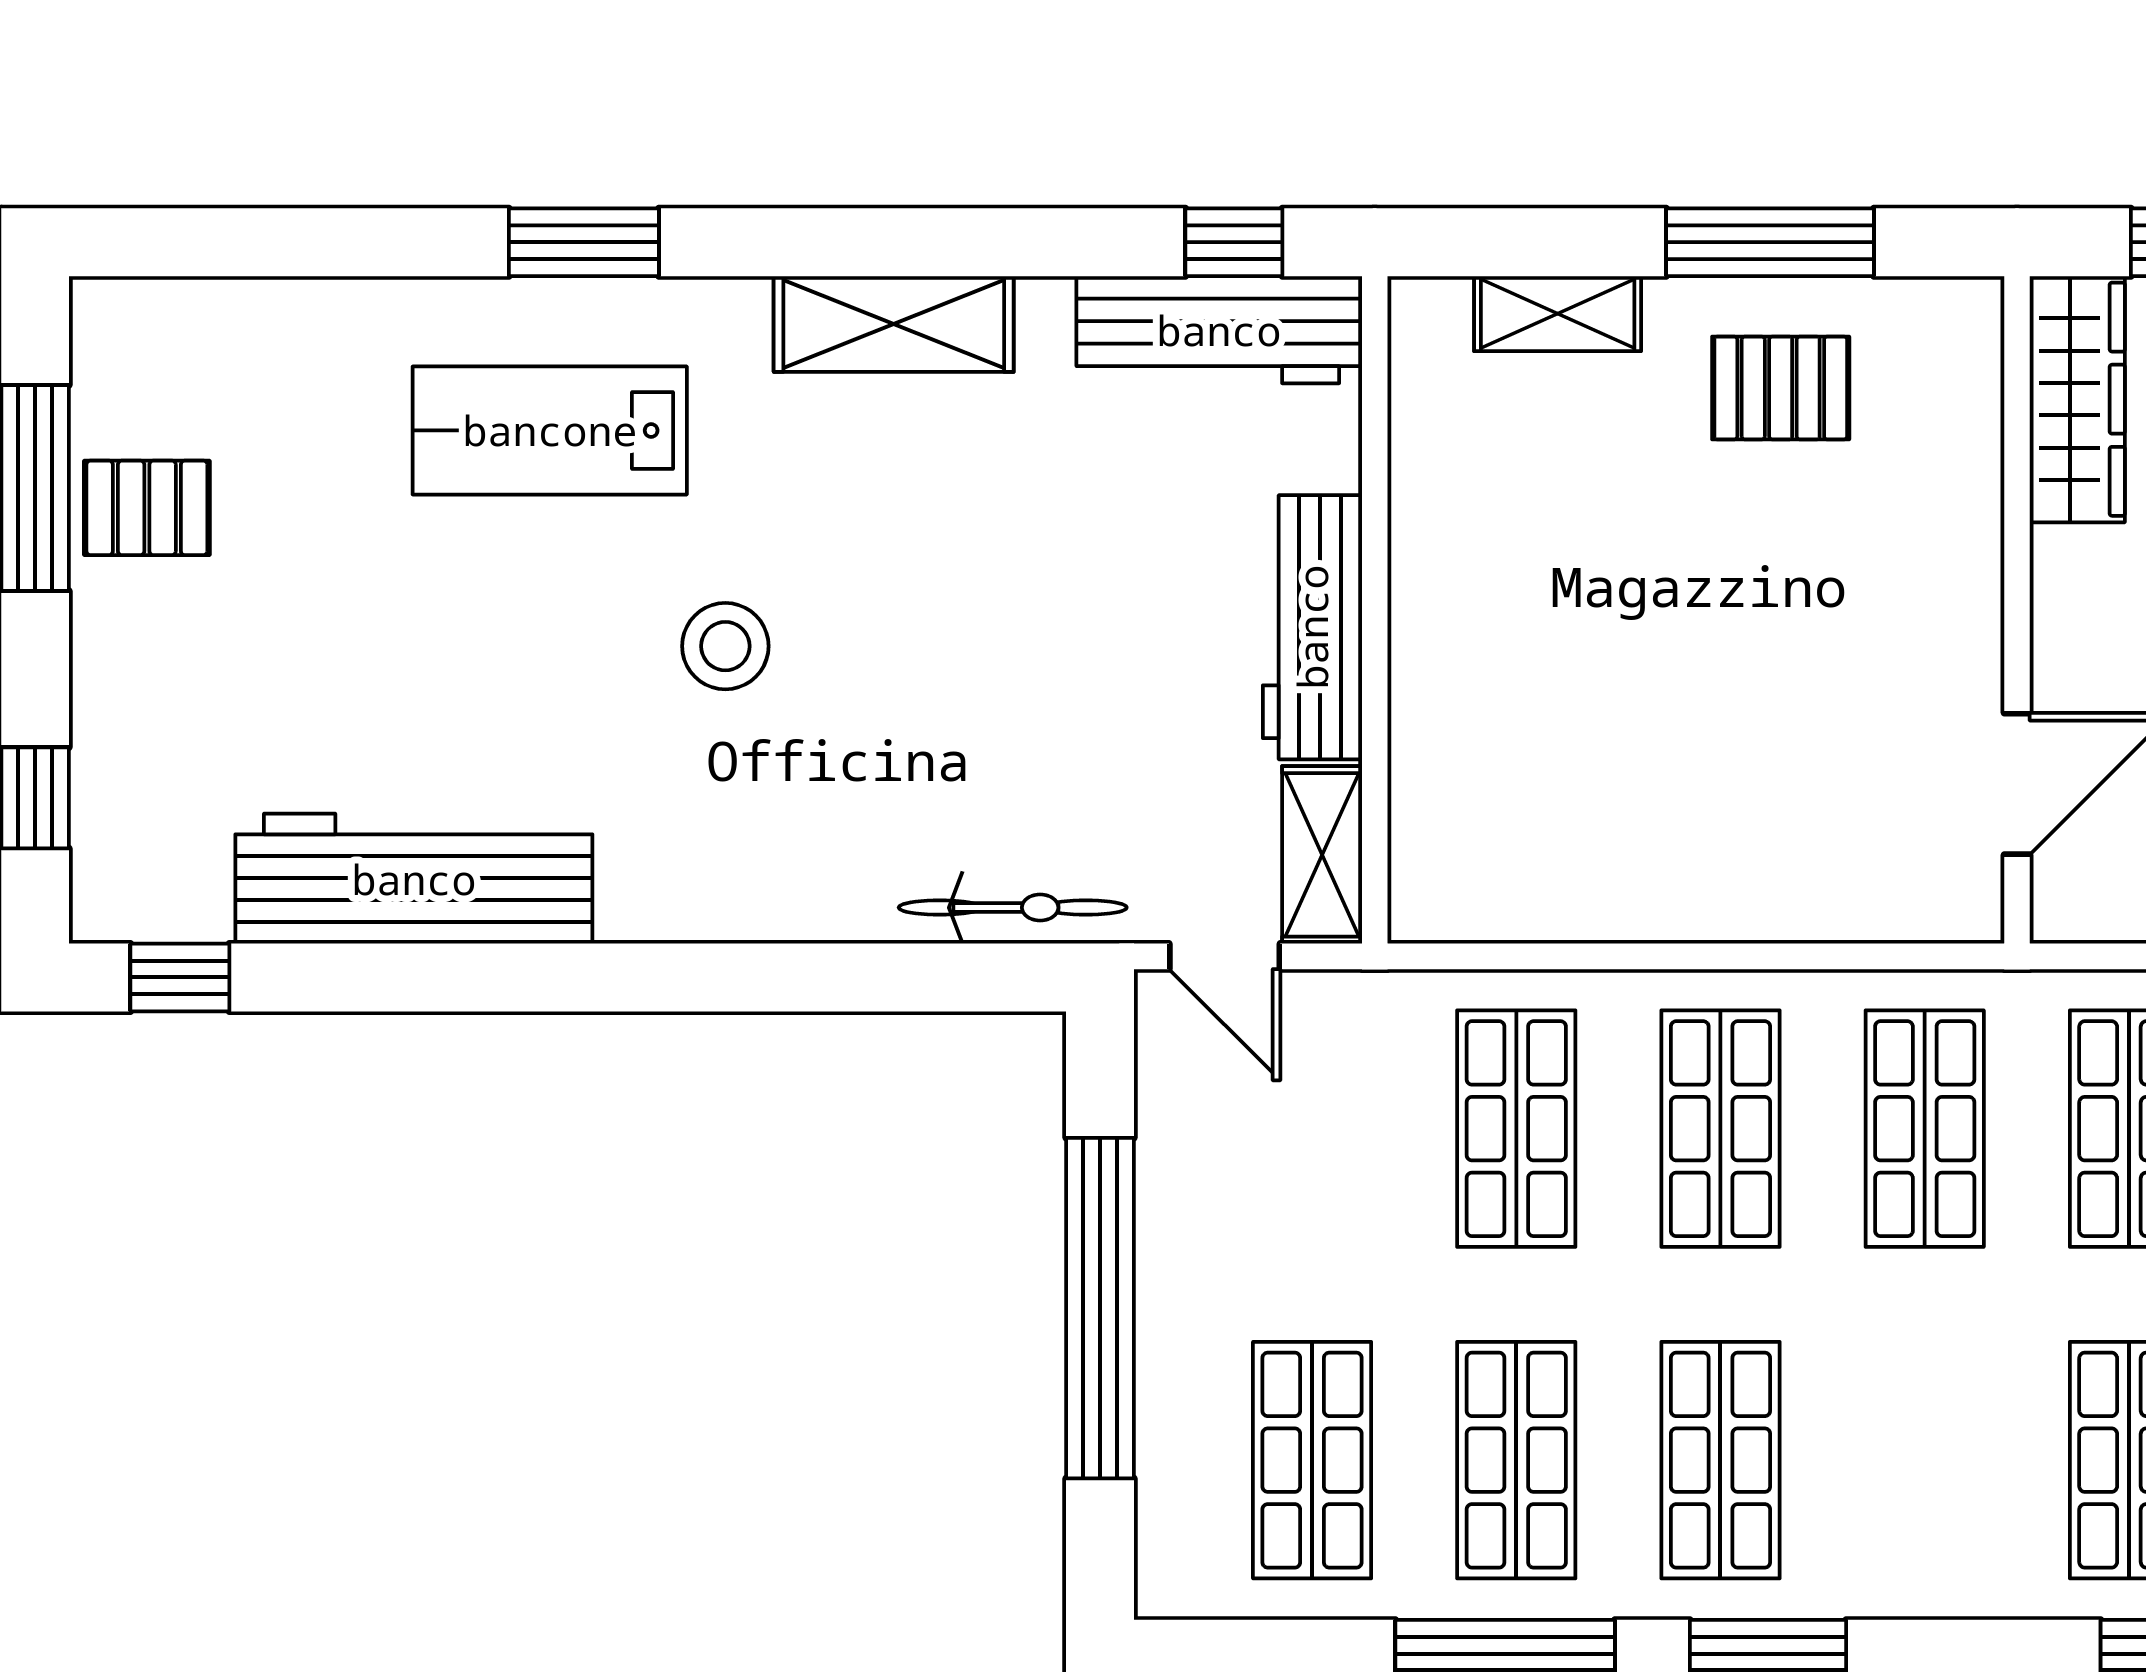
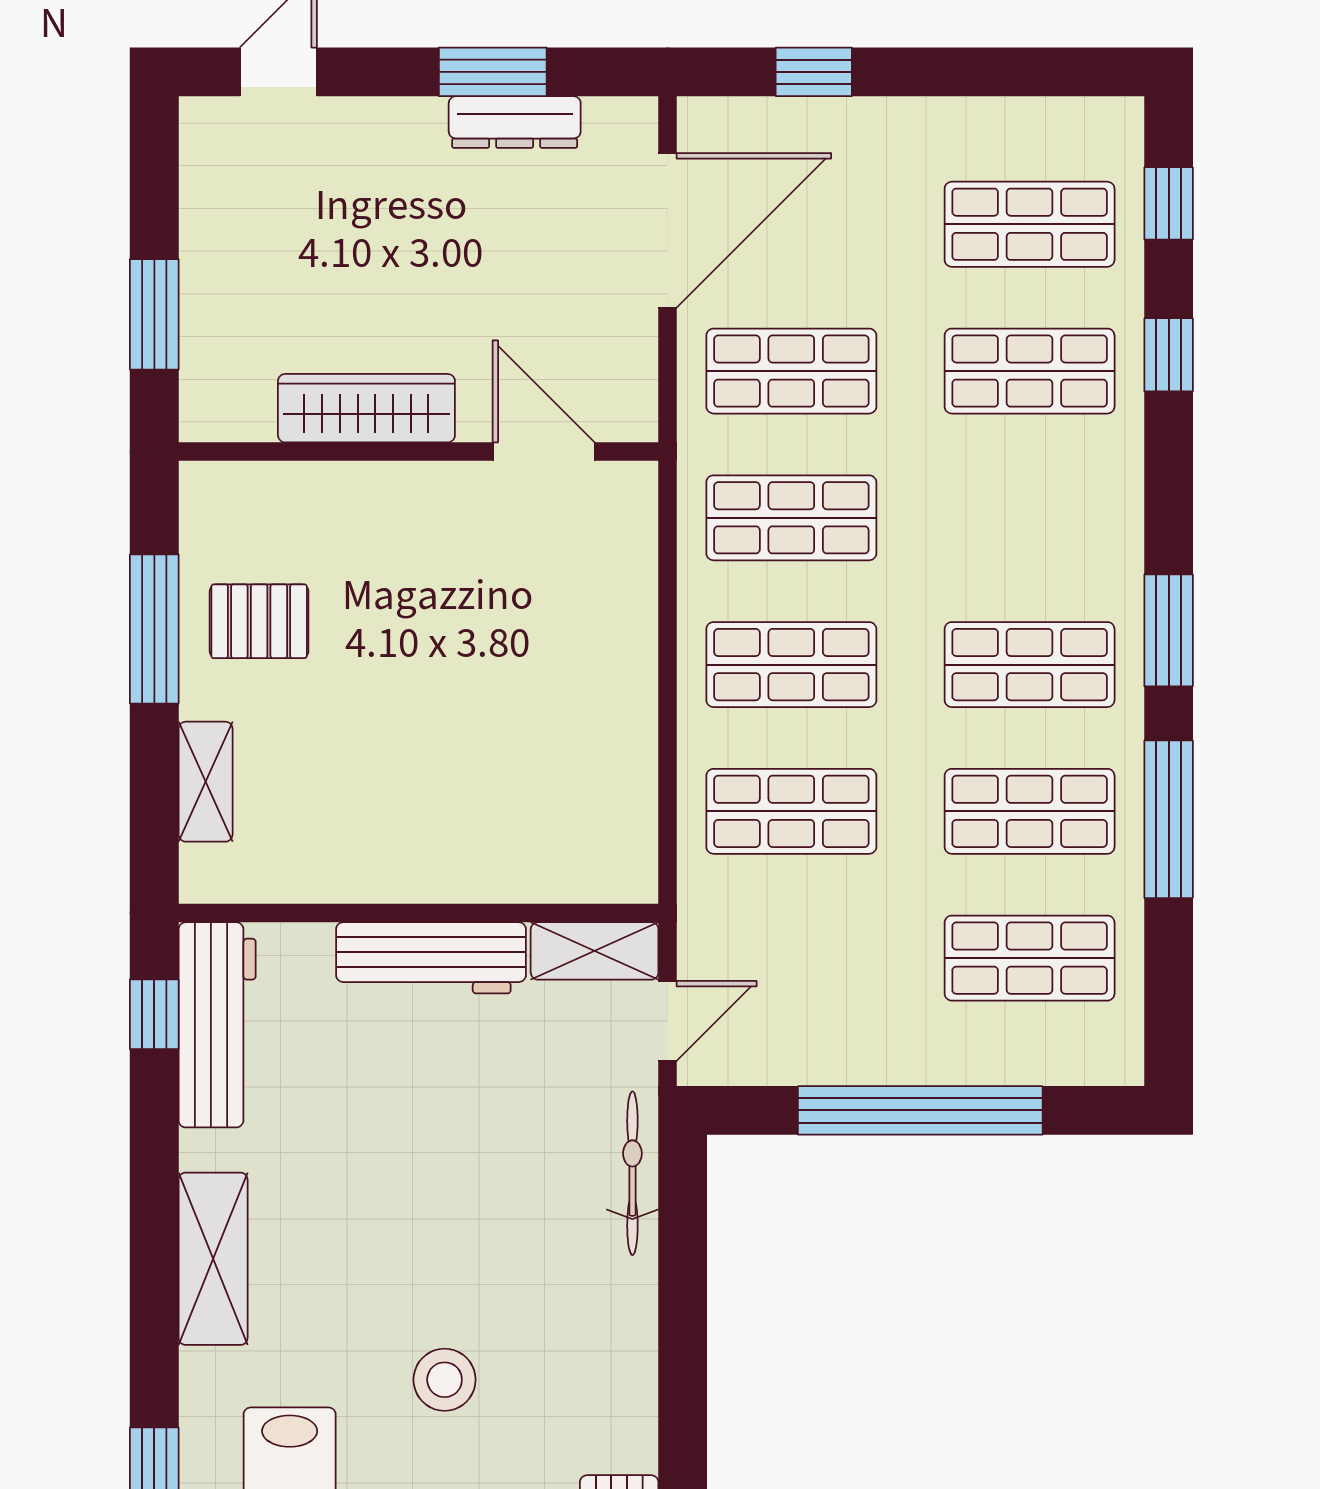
pallet: (1781, 388) -> (259, 621), turned 90
wardrobe: (2077, 399) -> (366, 408), moved

